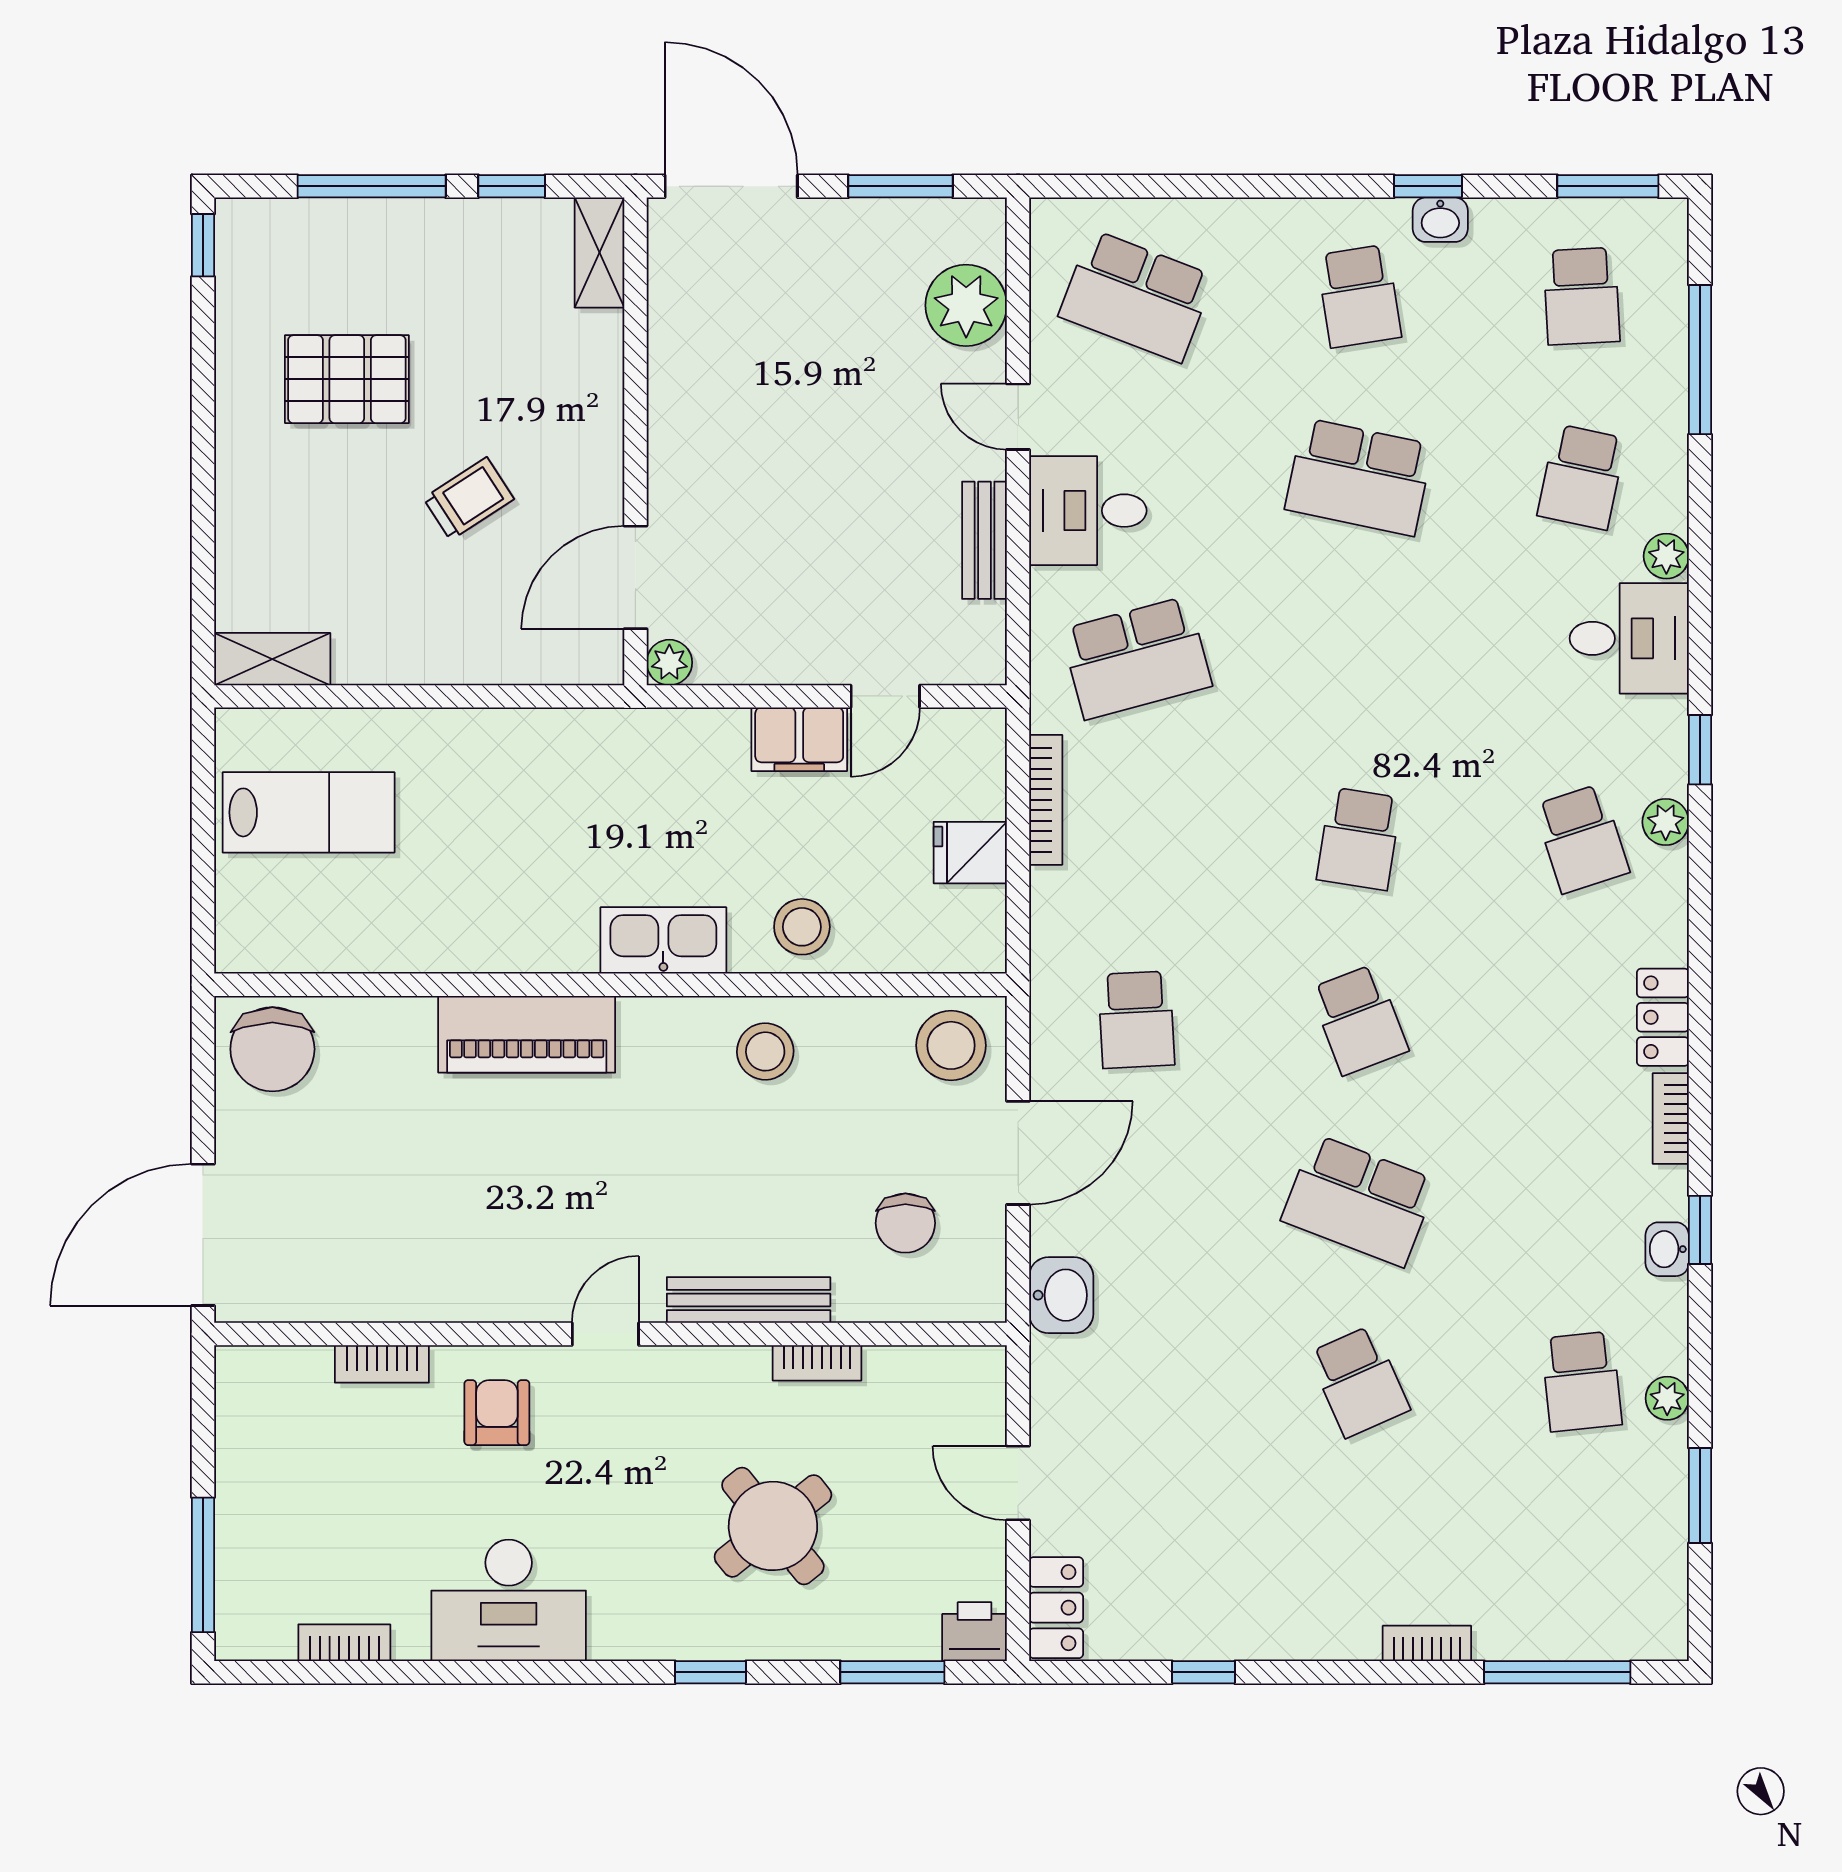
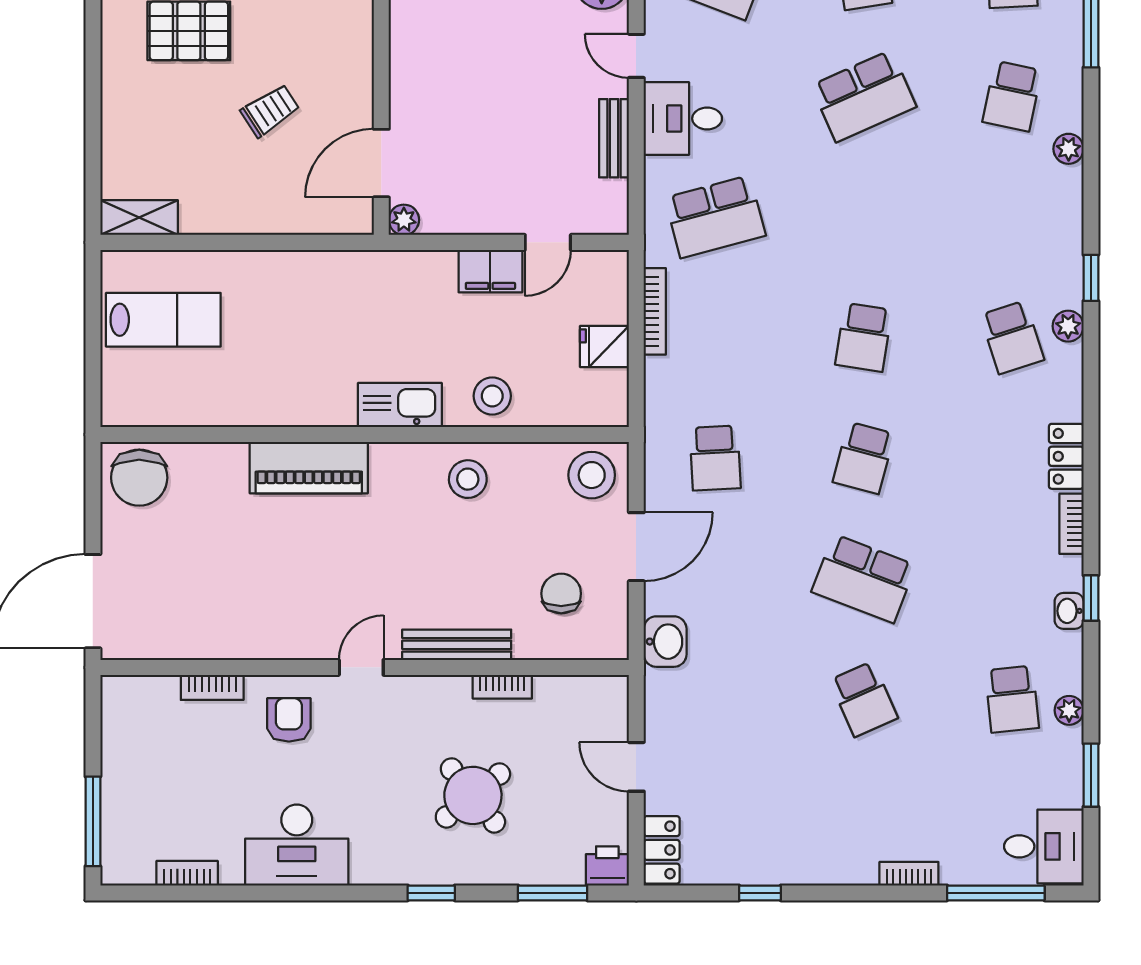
school desk: (1359, 477) -> (864, 96), turned -36
desk: (1629, 638) -> (1044, 846), moved
school desk: (1359, 1020) -> (864, 458), turned 36
chair: (905, 1223) -> (561, 594), turned 180

